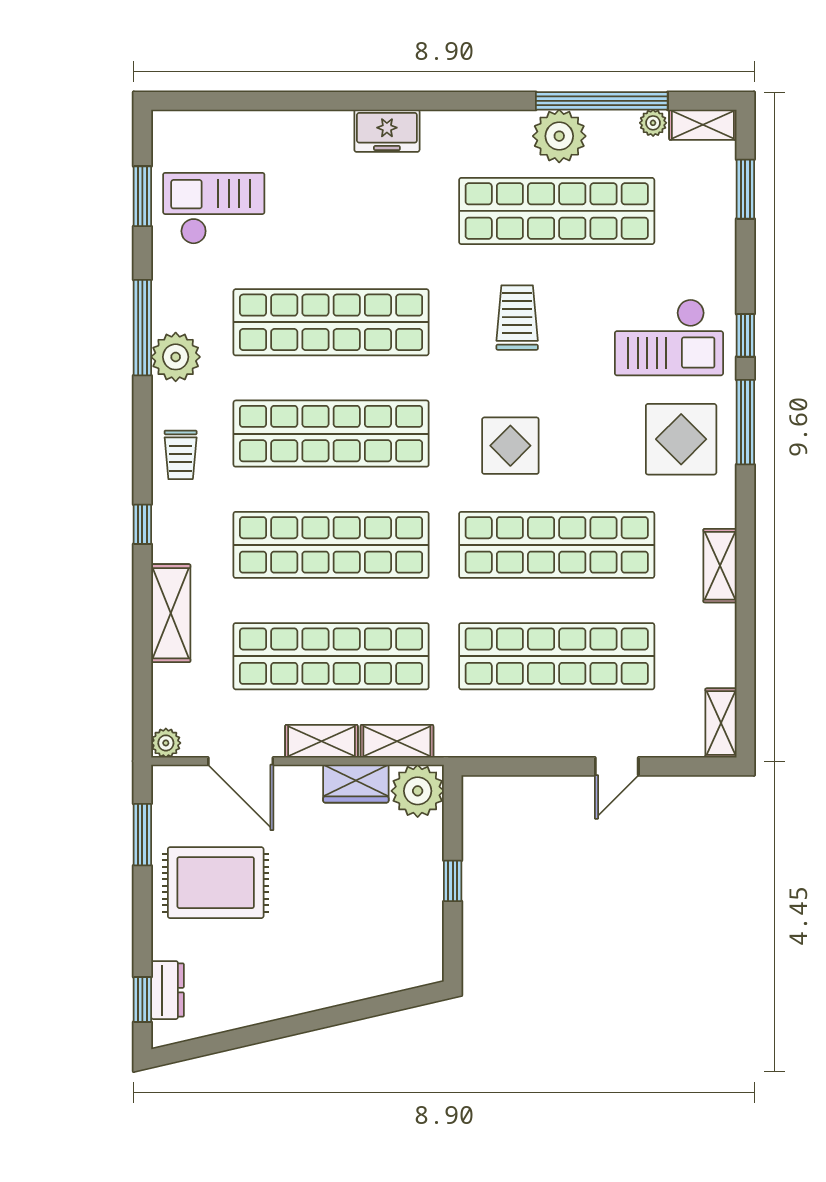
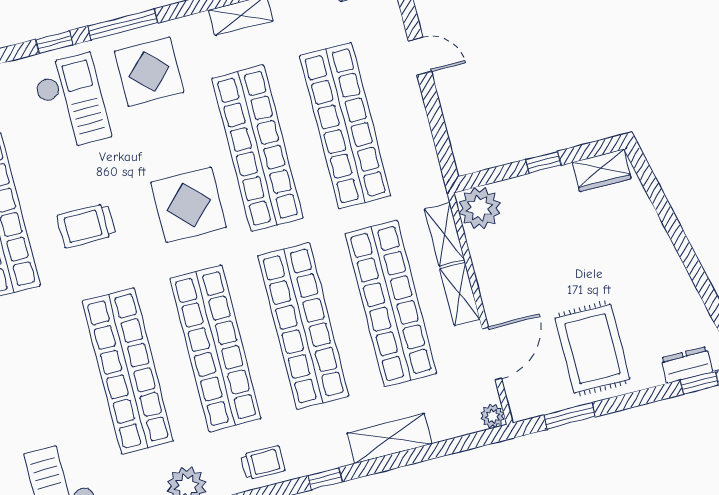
display table: (510, 446) -> (189, 205), width x1.36, depth x1.36
wardrobe: (356, 784) -> (602, 170), moved, turned 90

